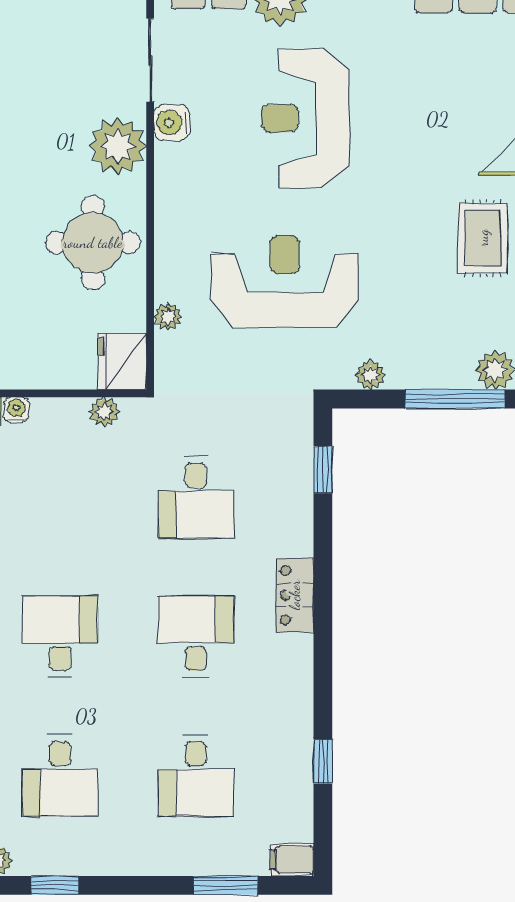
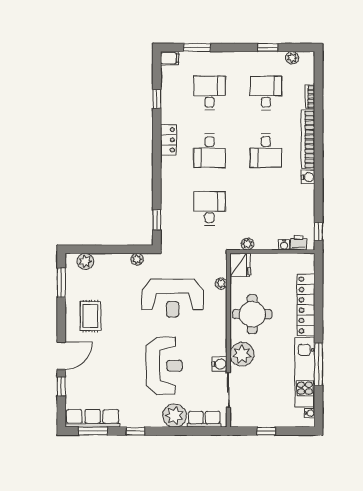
window: (455, 399) -> (102, 249), removed
locker: (295, 595) -> (168, 140), moved

